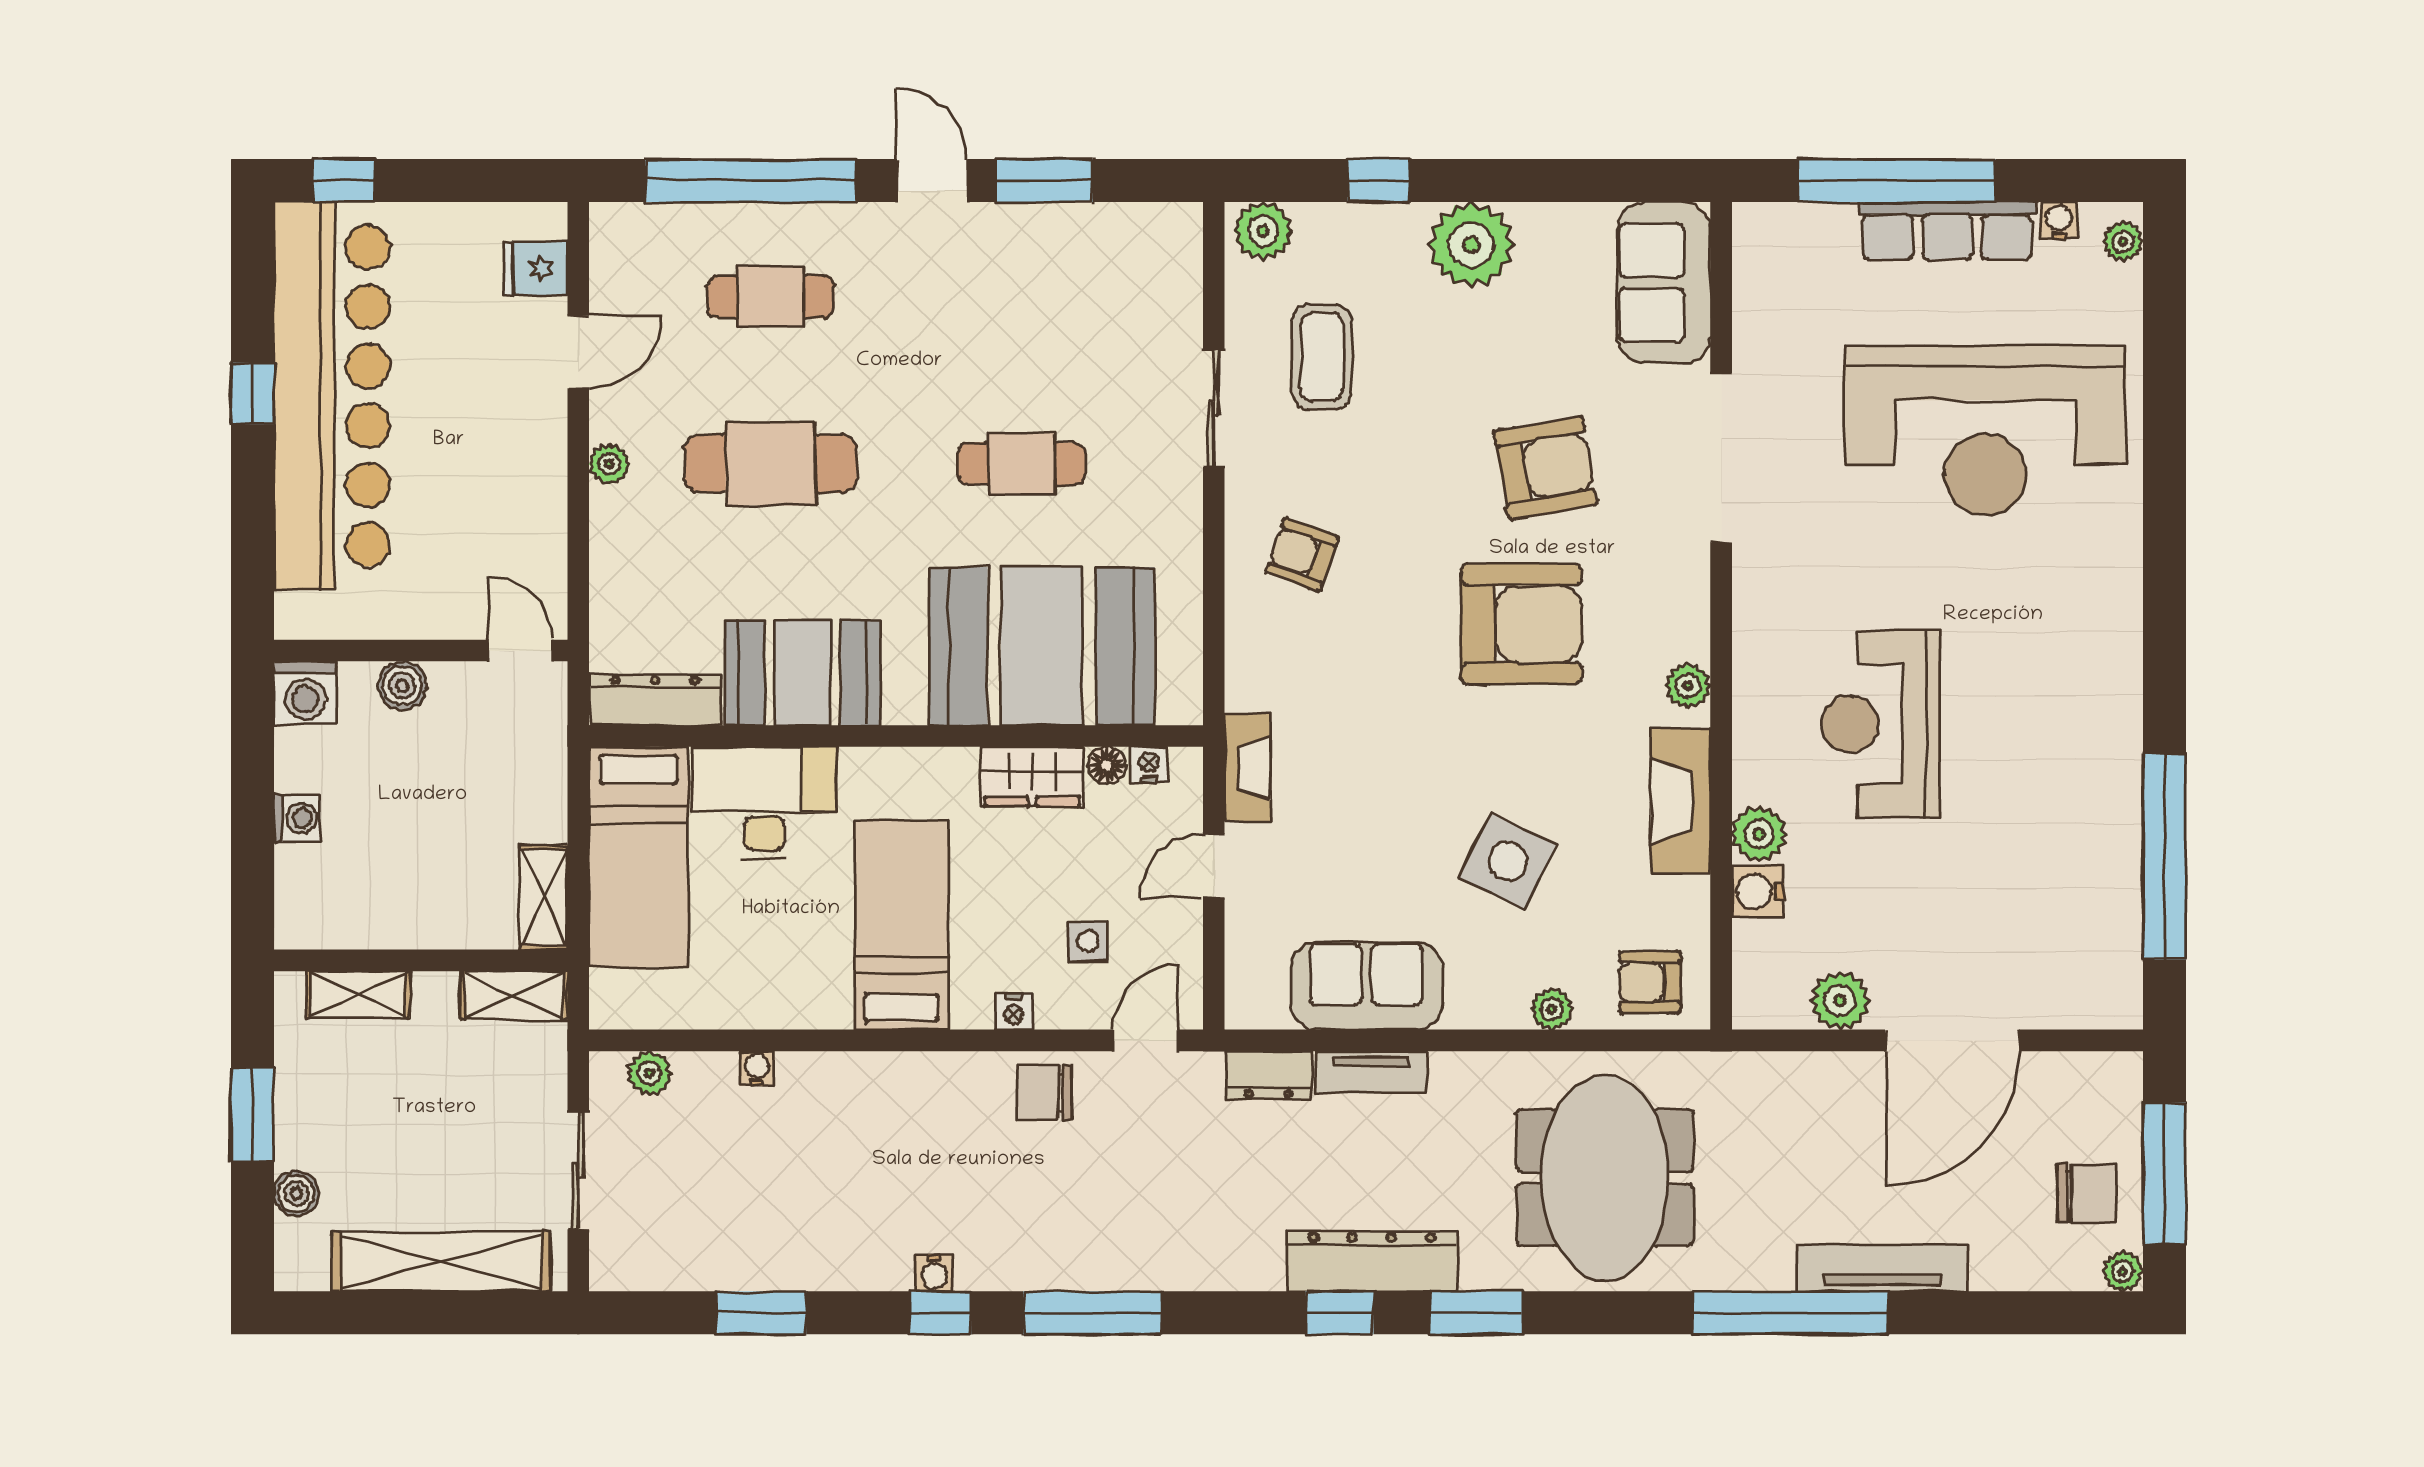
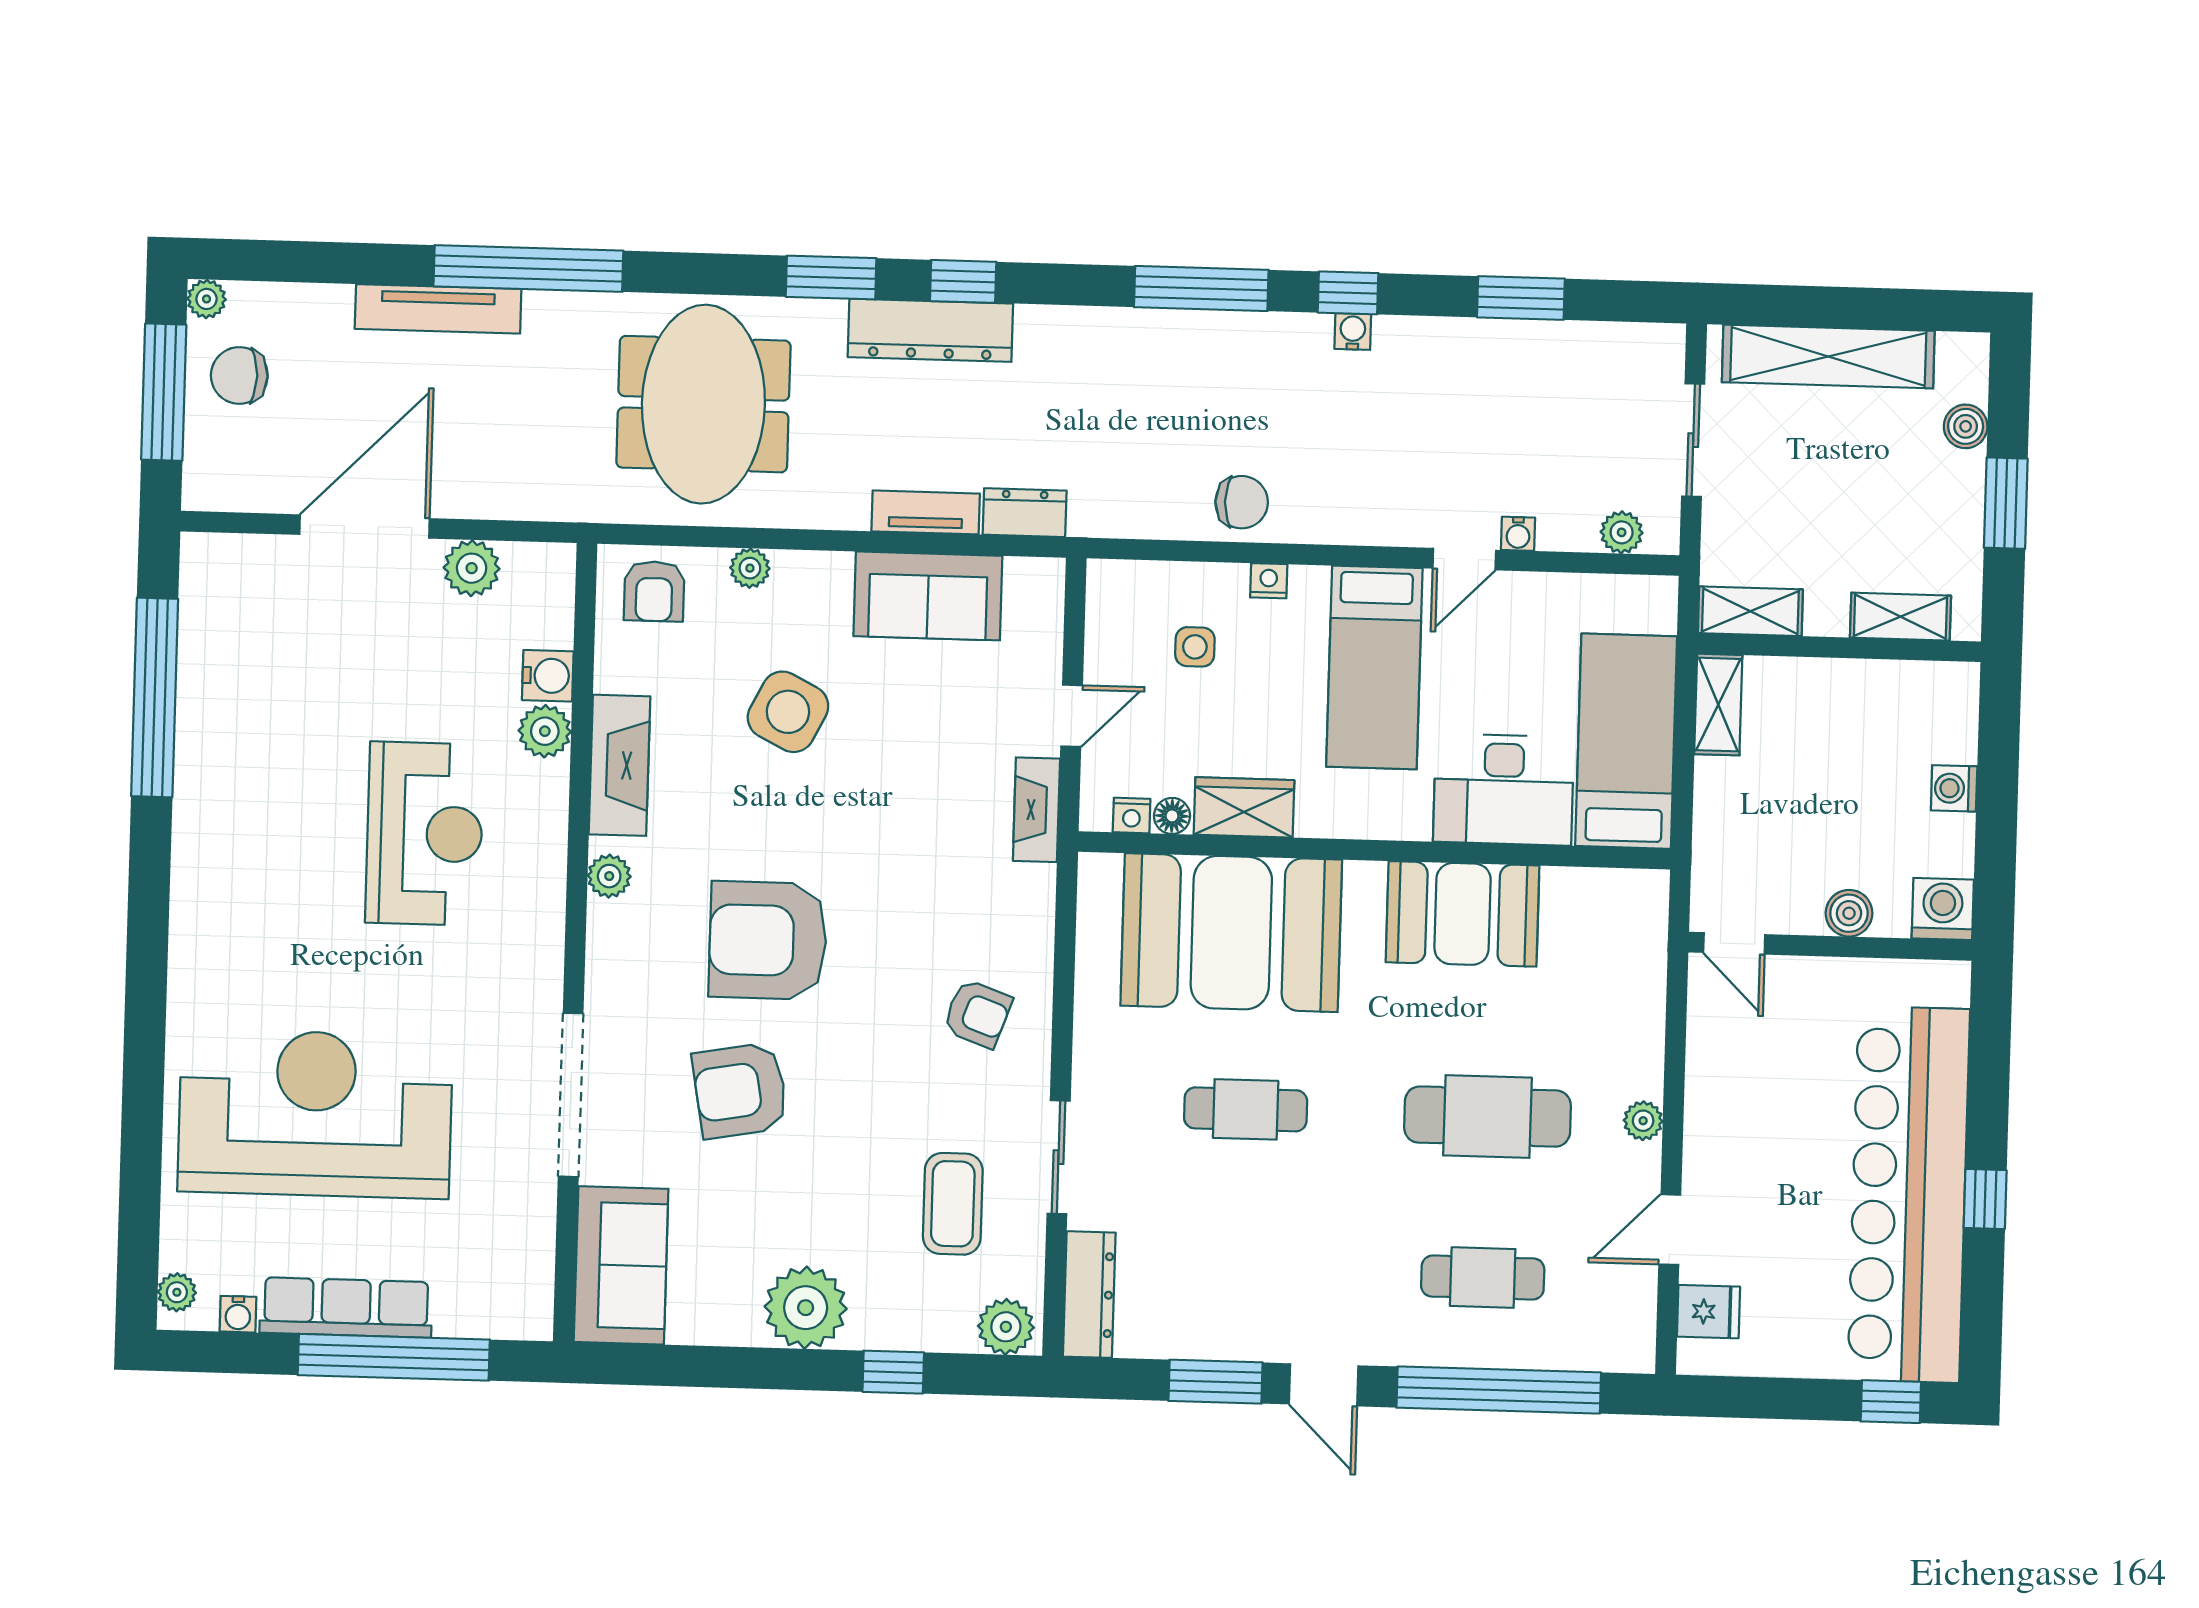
dresser: (655, 700) -> (1089, 1295), moved, turned -90
armchair: (1650, 982) -> (654, 591), turned 90
door: (1146, 1040) -> (1464, 559), moved

